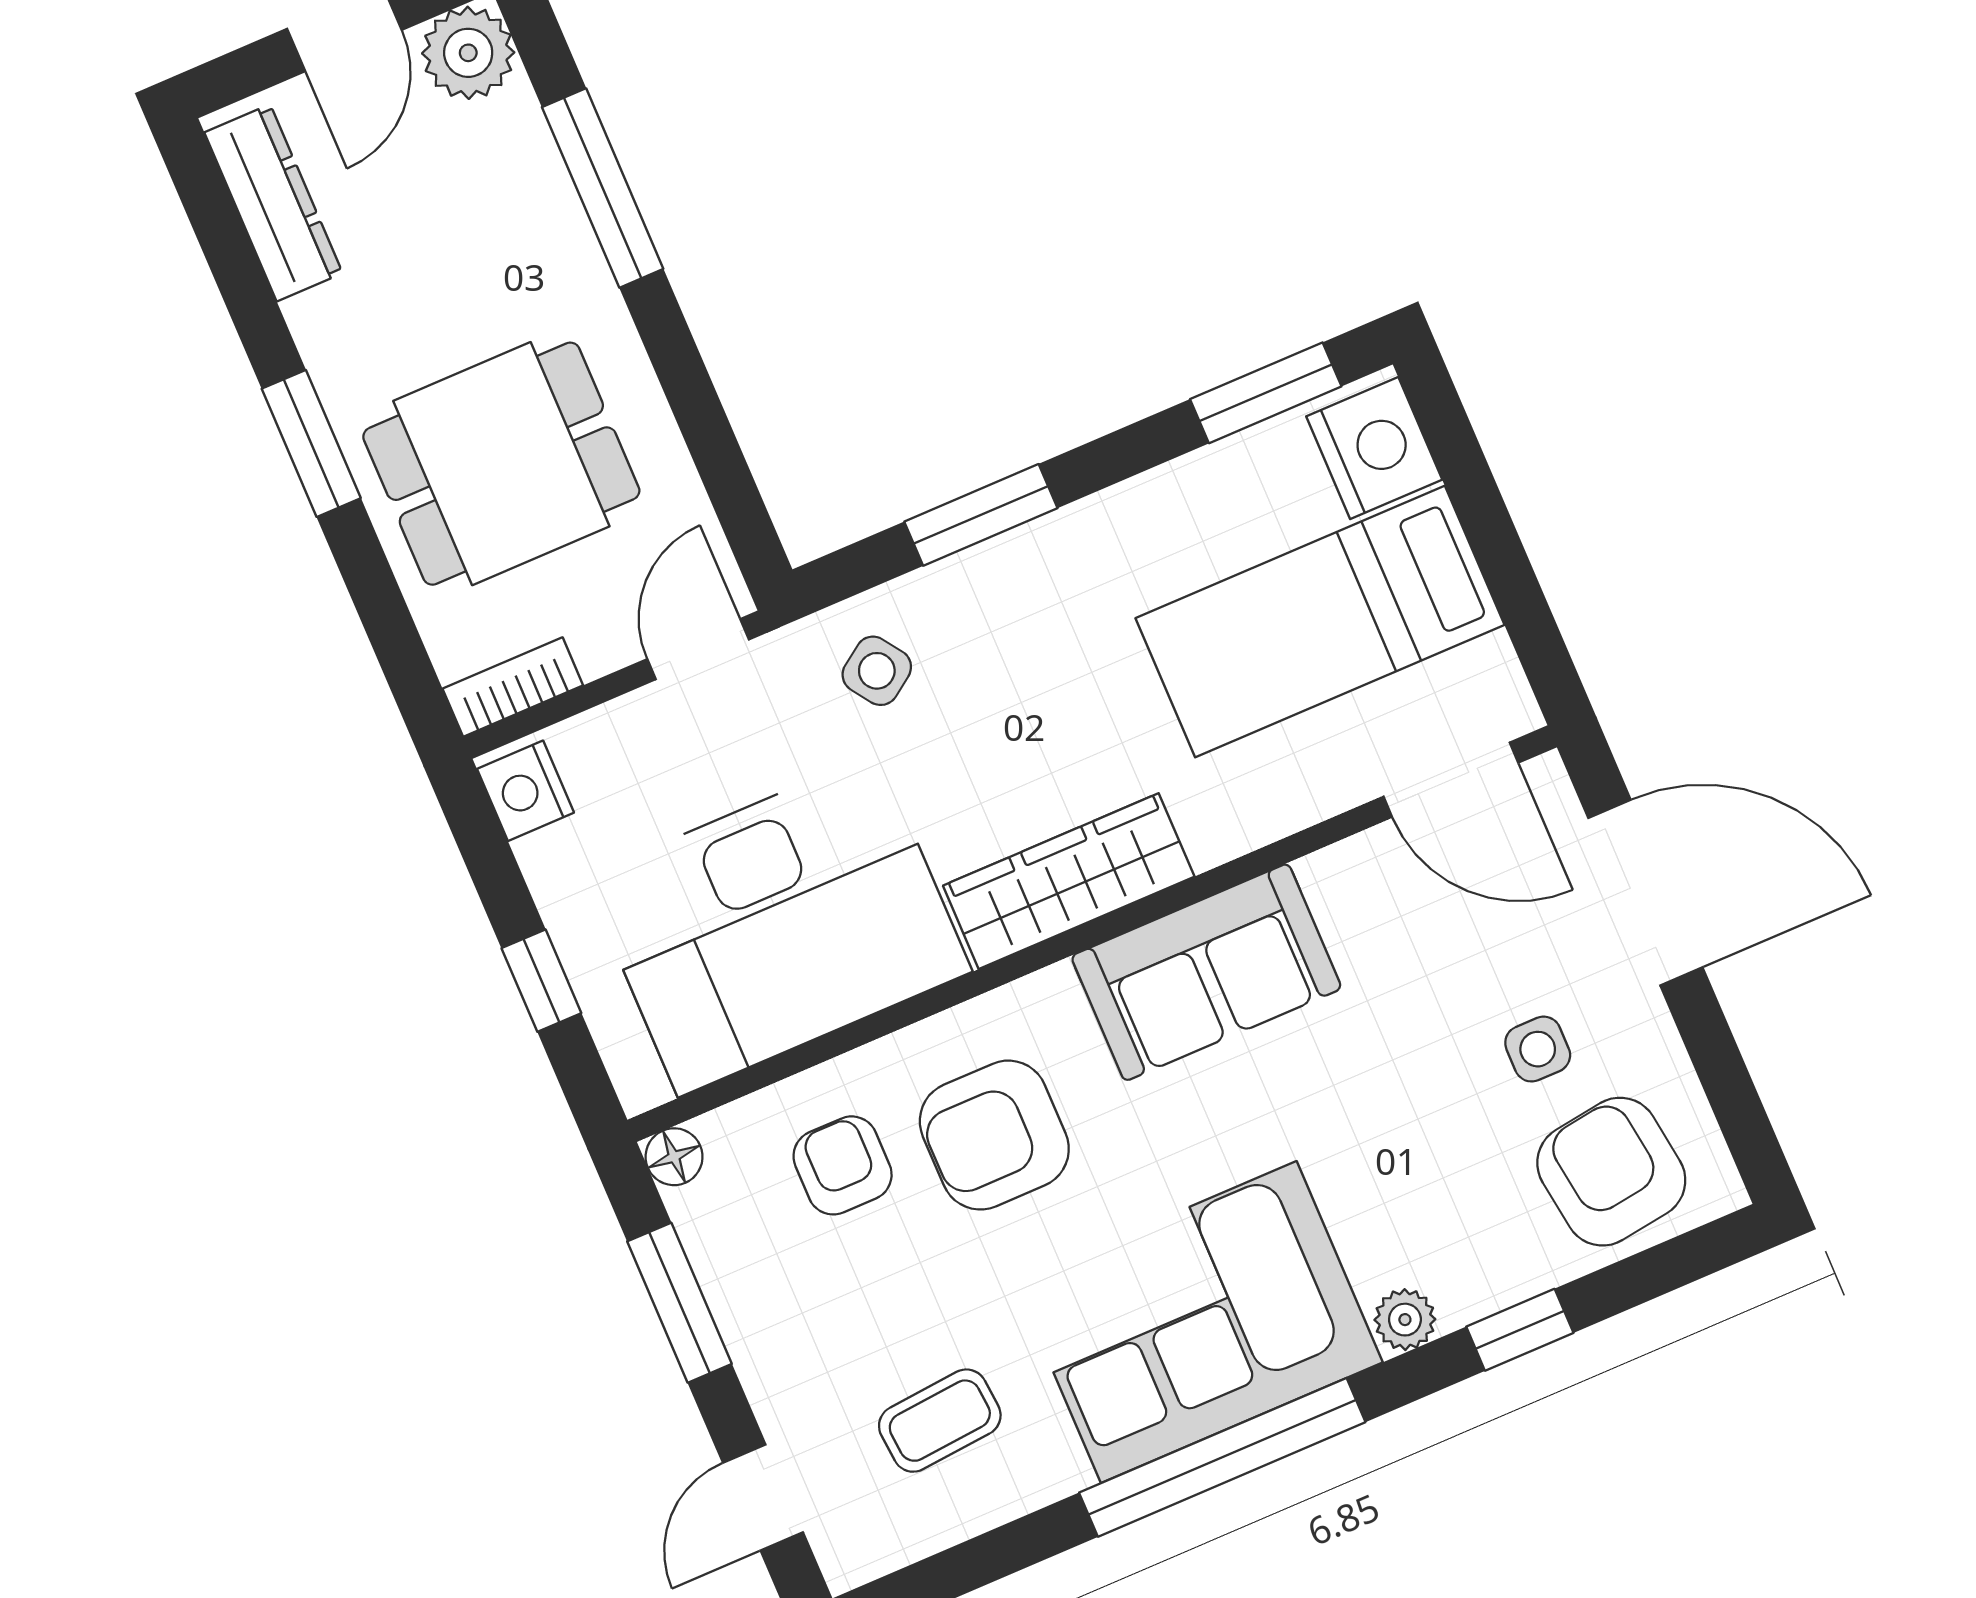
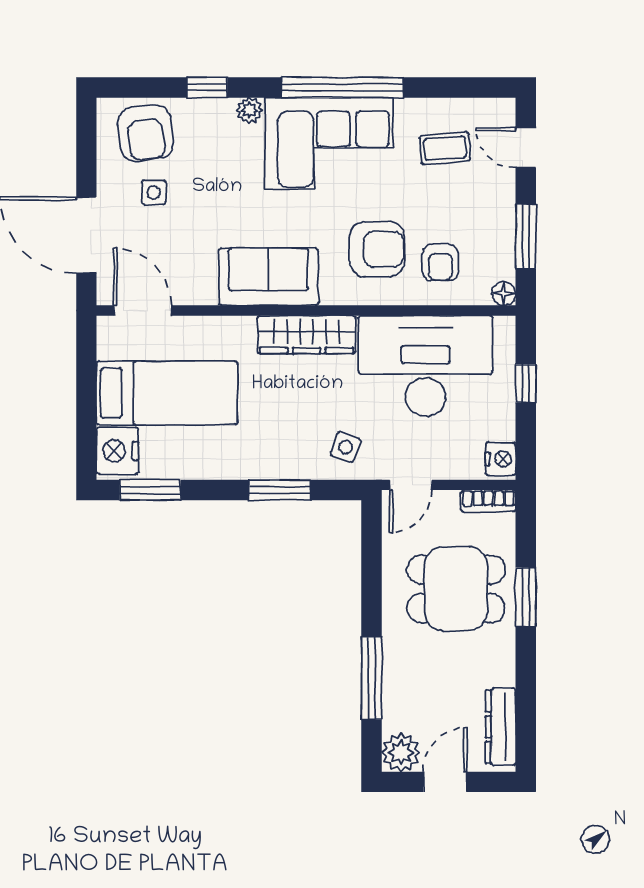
window: (311, 443) -> (526, 597), moved
side table: (877, 671) -> (346, 447), turned -35
door: (763, 1498) -> (526, 148), swing flipped

